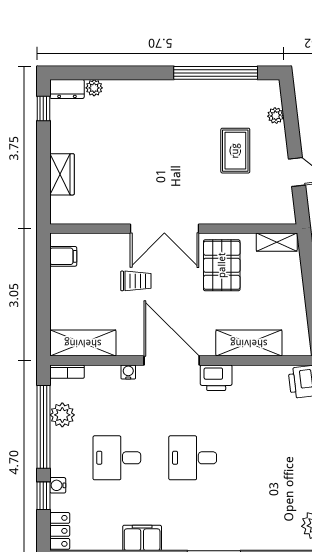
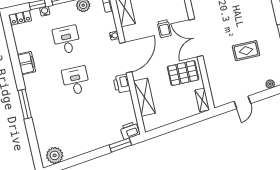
rug: (235, 151) -> (246, 51), moved

